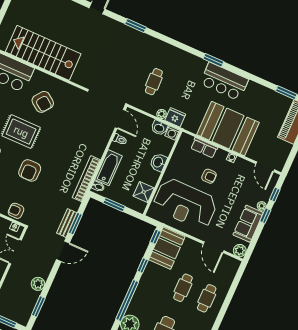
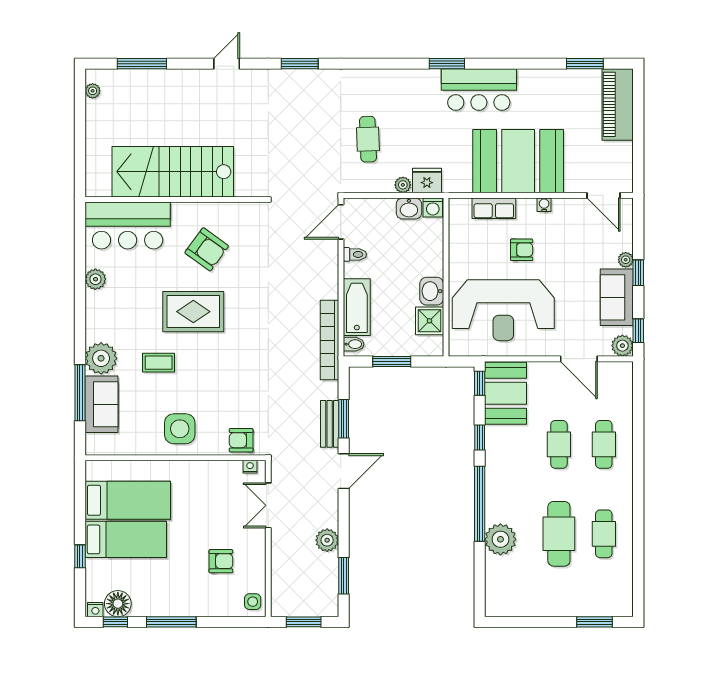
door: (120, 119) -> (341, 222), swing flipped
washbasin: (158, 162) -> (432, 291), moved
armchair: (30, 170) -> (234, 367), removed
window: (275, 195) -> (638, 331), moved

